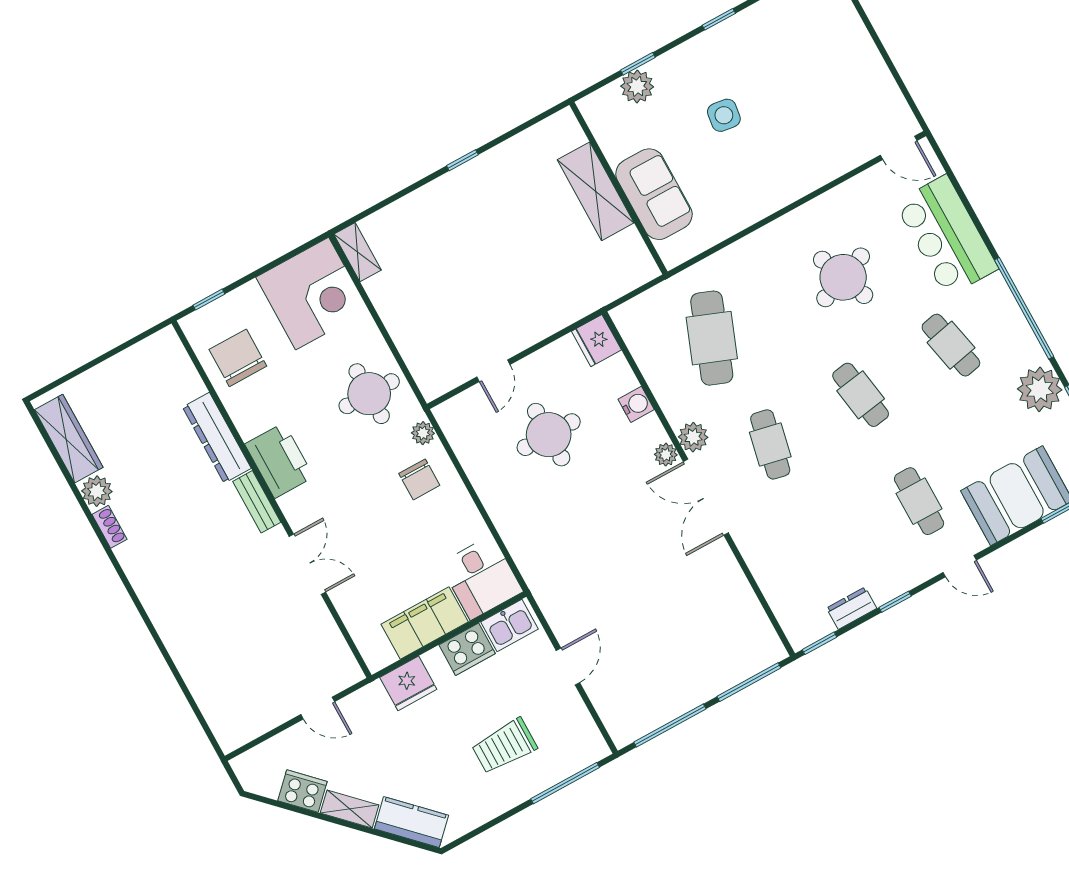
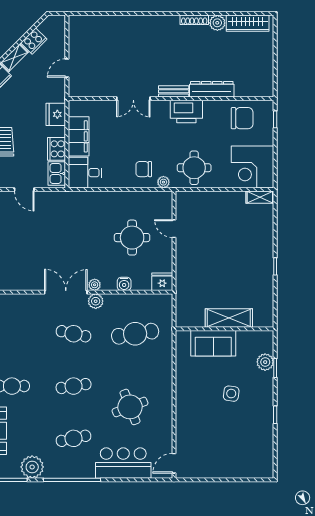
cafe table: (712, 338) -> (135, 334), turned -30
shoe rack: (110, 527) -> (194, 20), width x1.43

